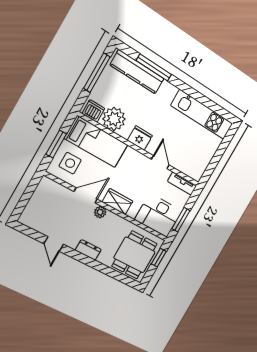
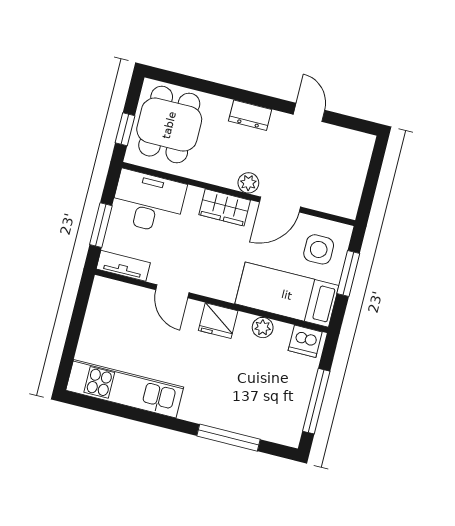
kitchen counter: (137, 72) -> (254, 422), removed
plant: (114, 119) -> (263, 328), width x0.53, depth x0.53
window: (181, 220) -> (101, 225), moved

